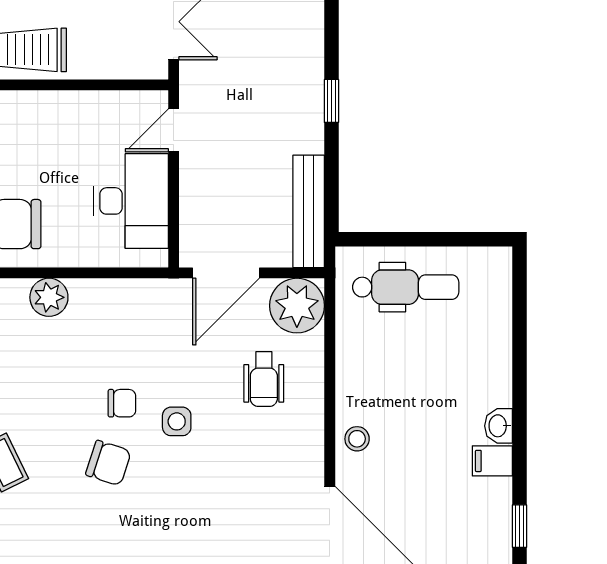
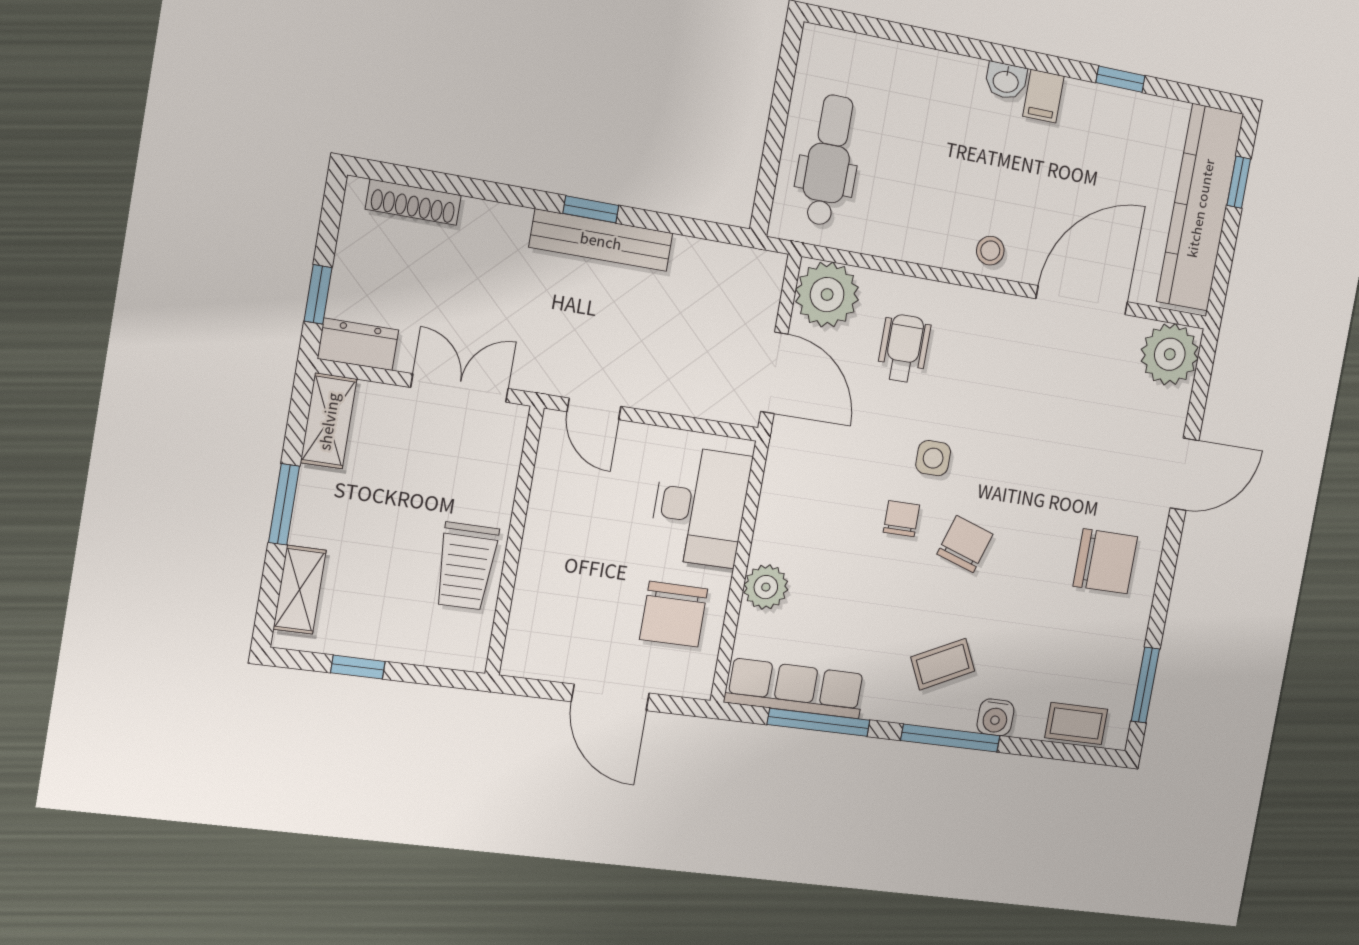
desk: (131, 201) -> (700, 506), moved, turned 90
bench: (309, 211) -> (601, 240), moved
wheelchair: (264, 379) -> (904, 348), turned -90

